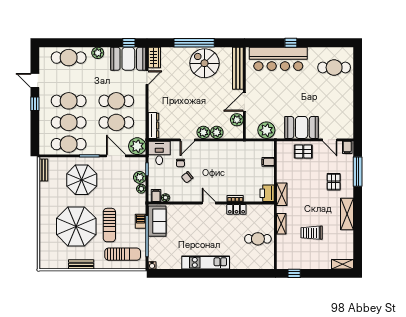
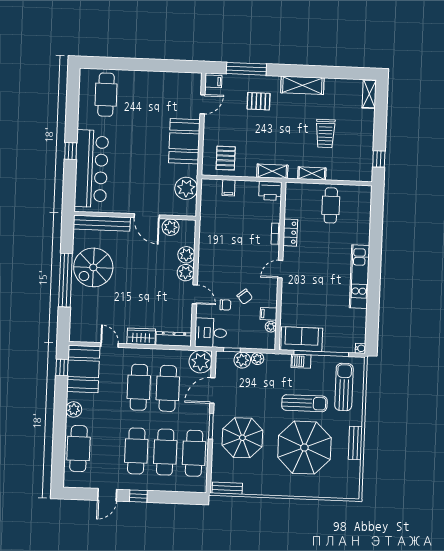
wardrobe: (154, 57) -> (141, 336), moved
pallet: (303, 151) -> (226, 158), moved
filing cabinet: (156, 196) -> (269, 314), moved

